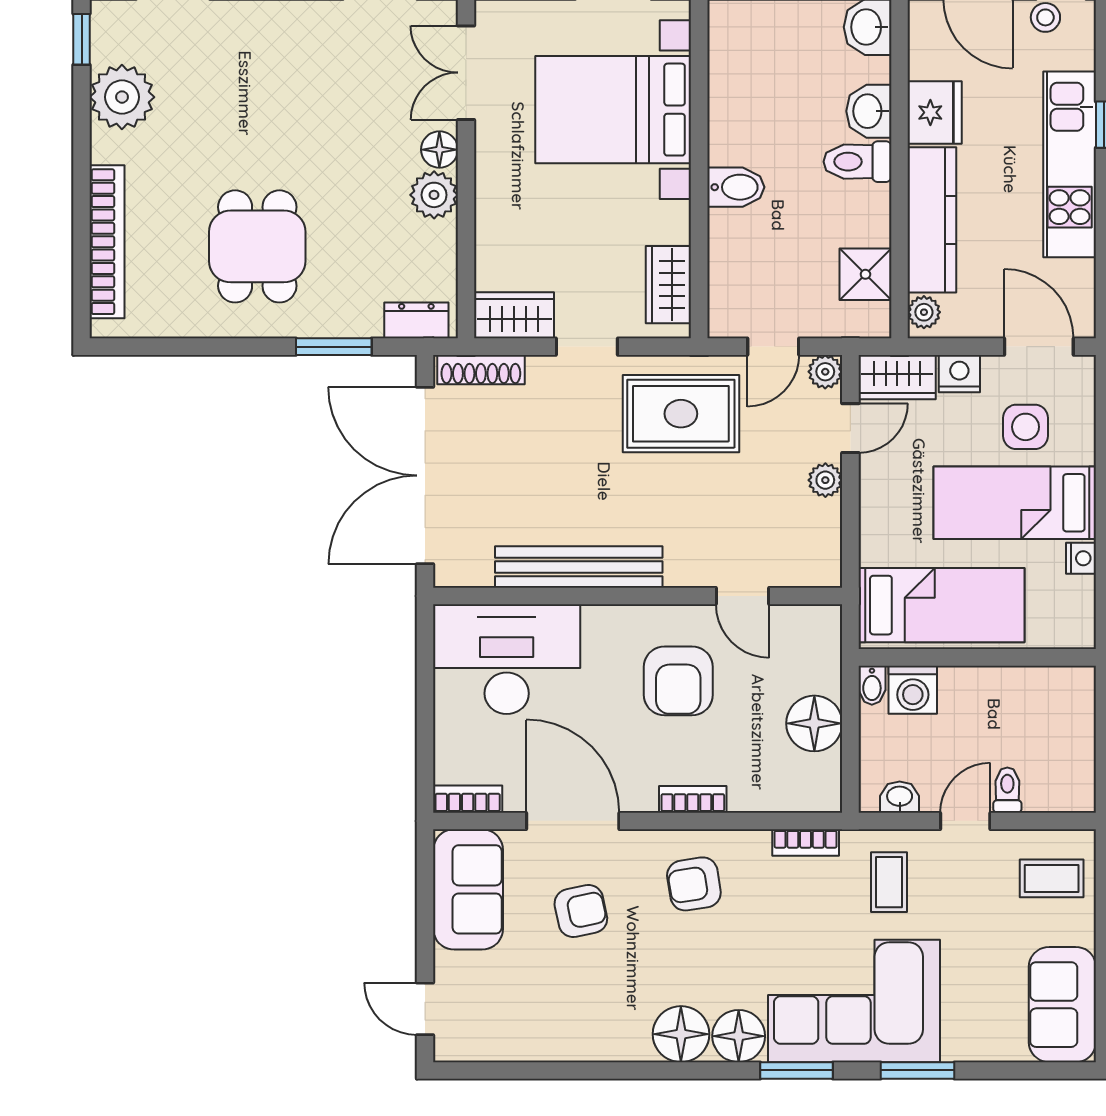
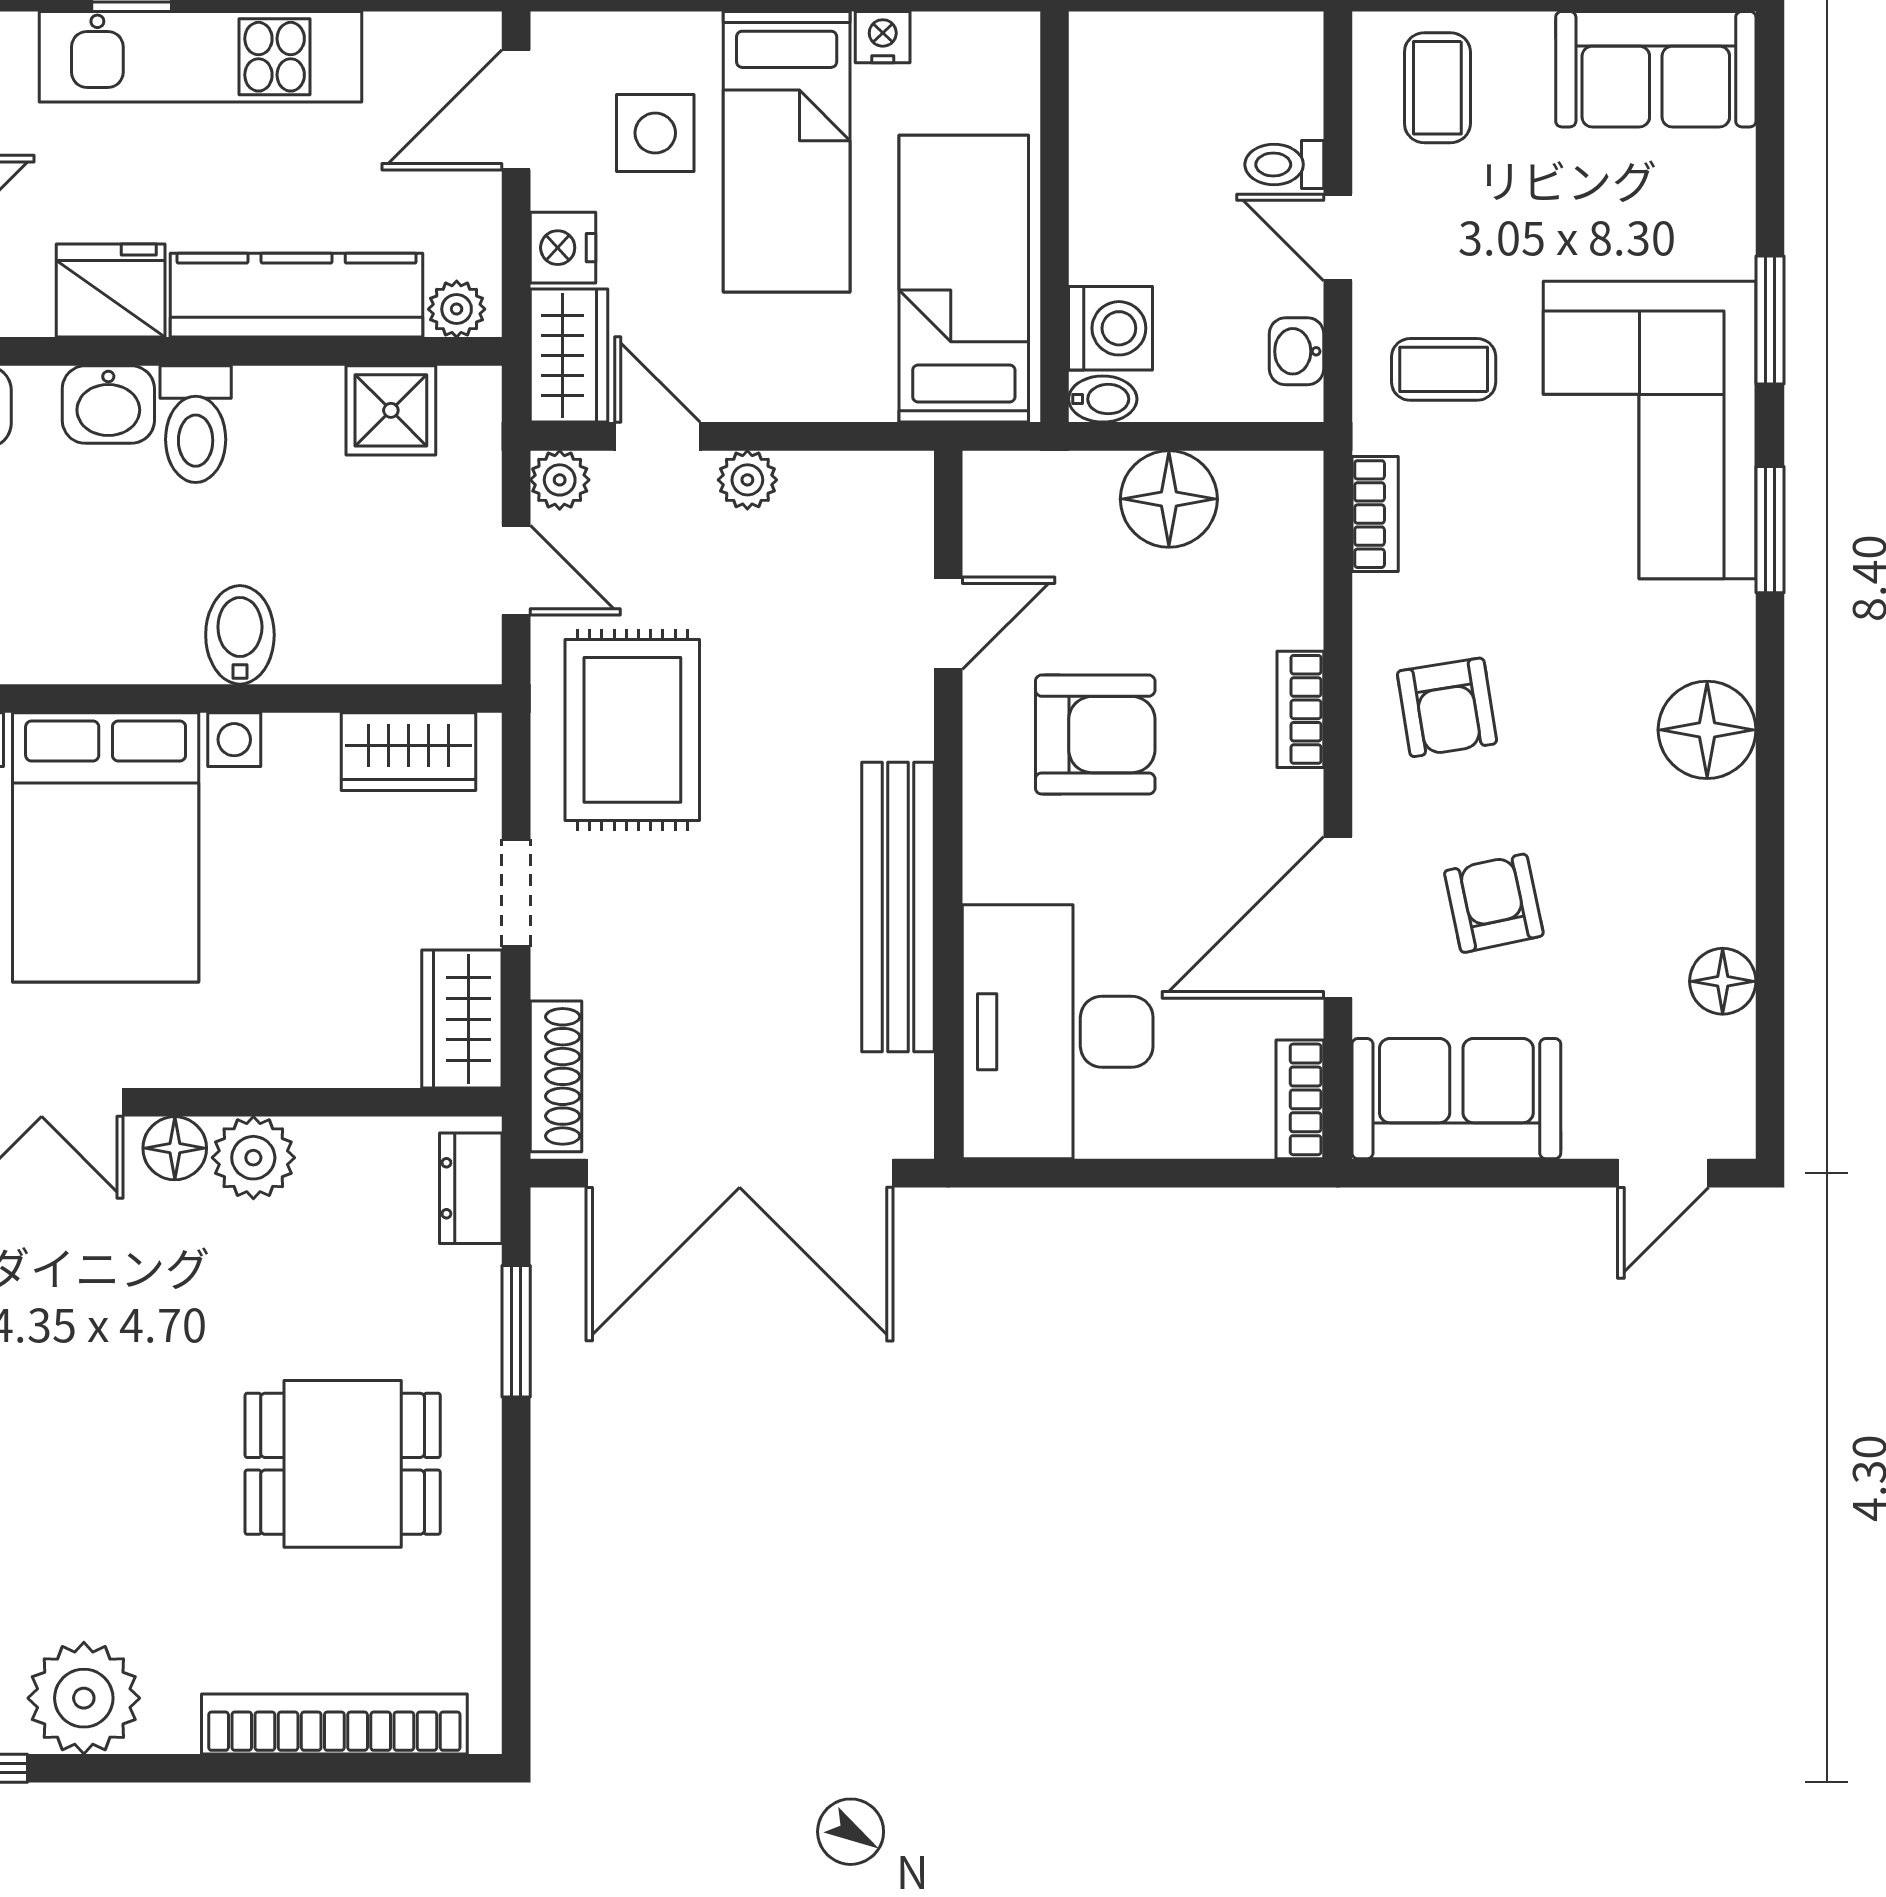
floor lamp: (739, 1036) -> (1723, 981), moved, width x0.73, depth x0.73

